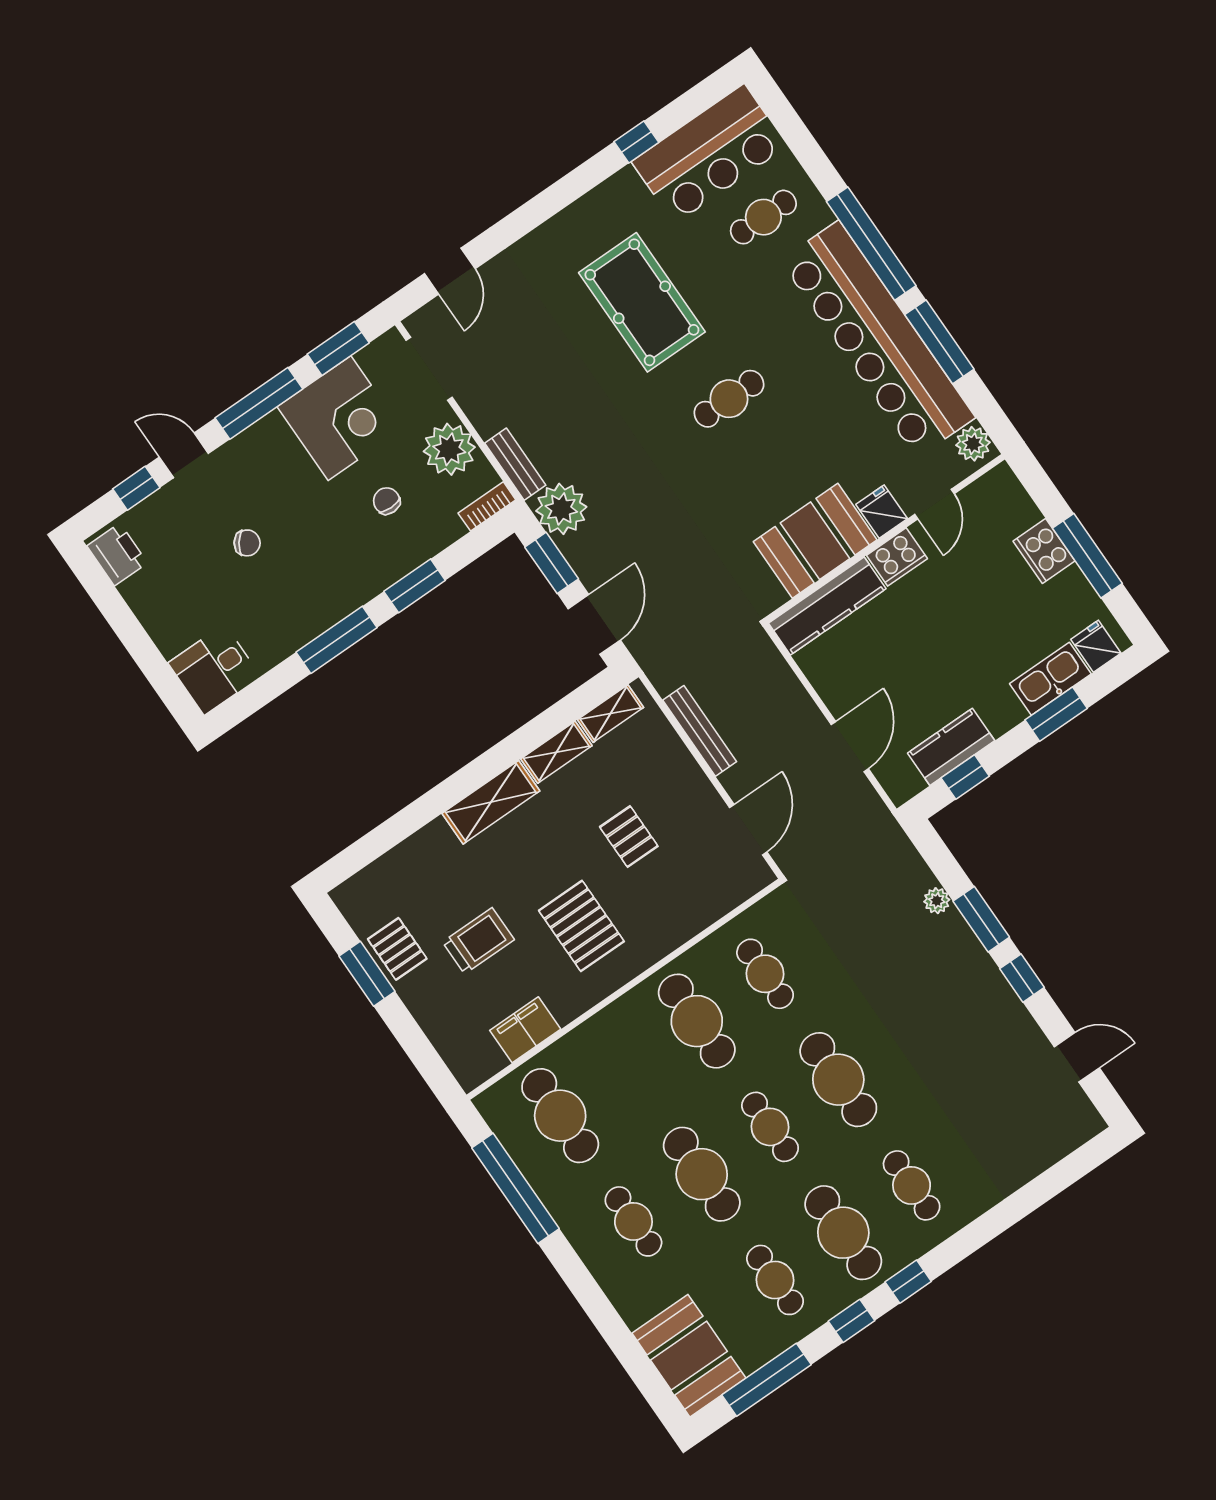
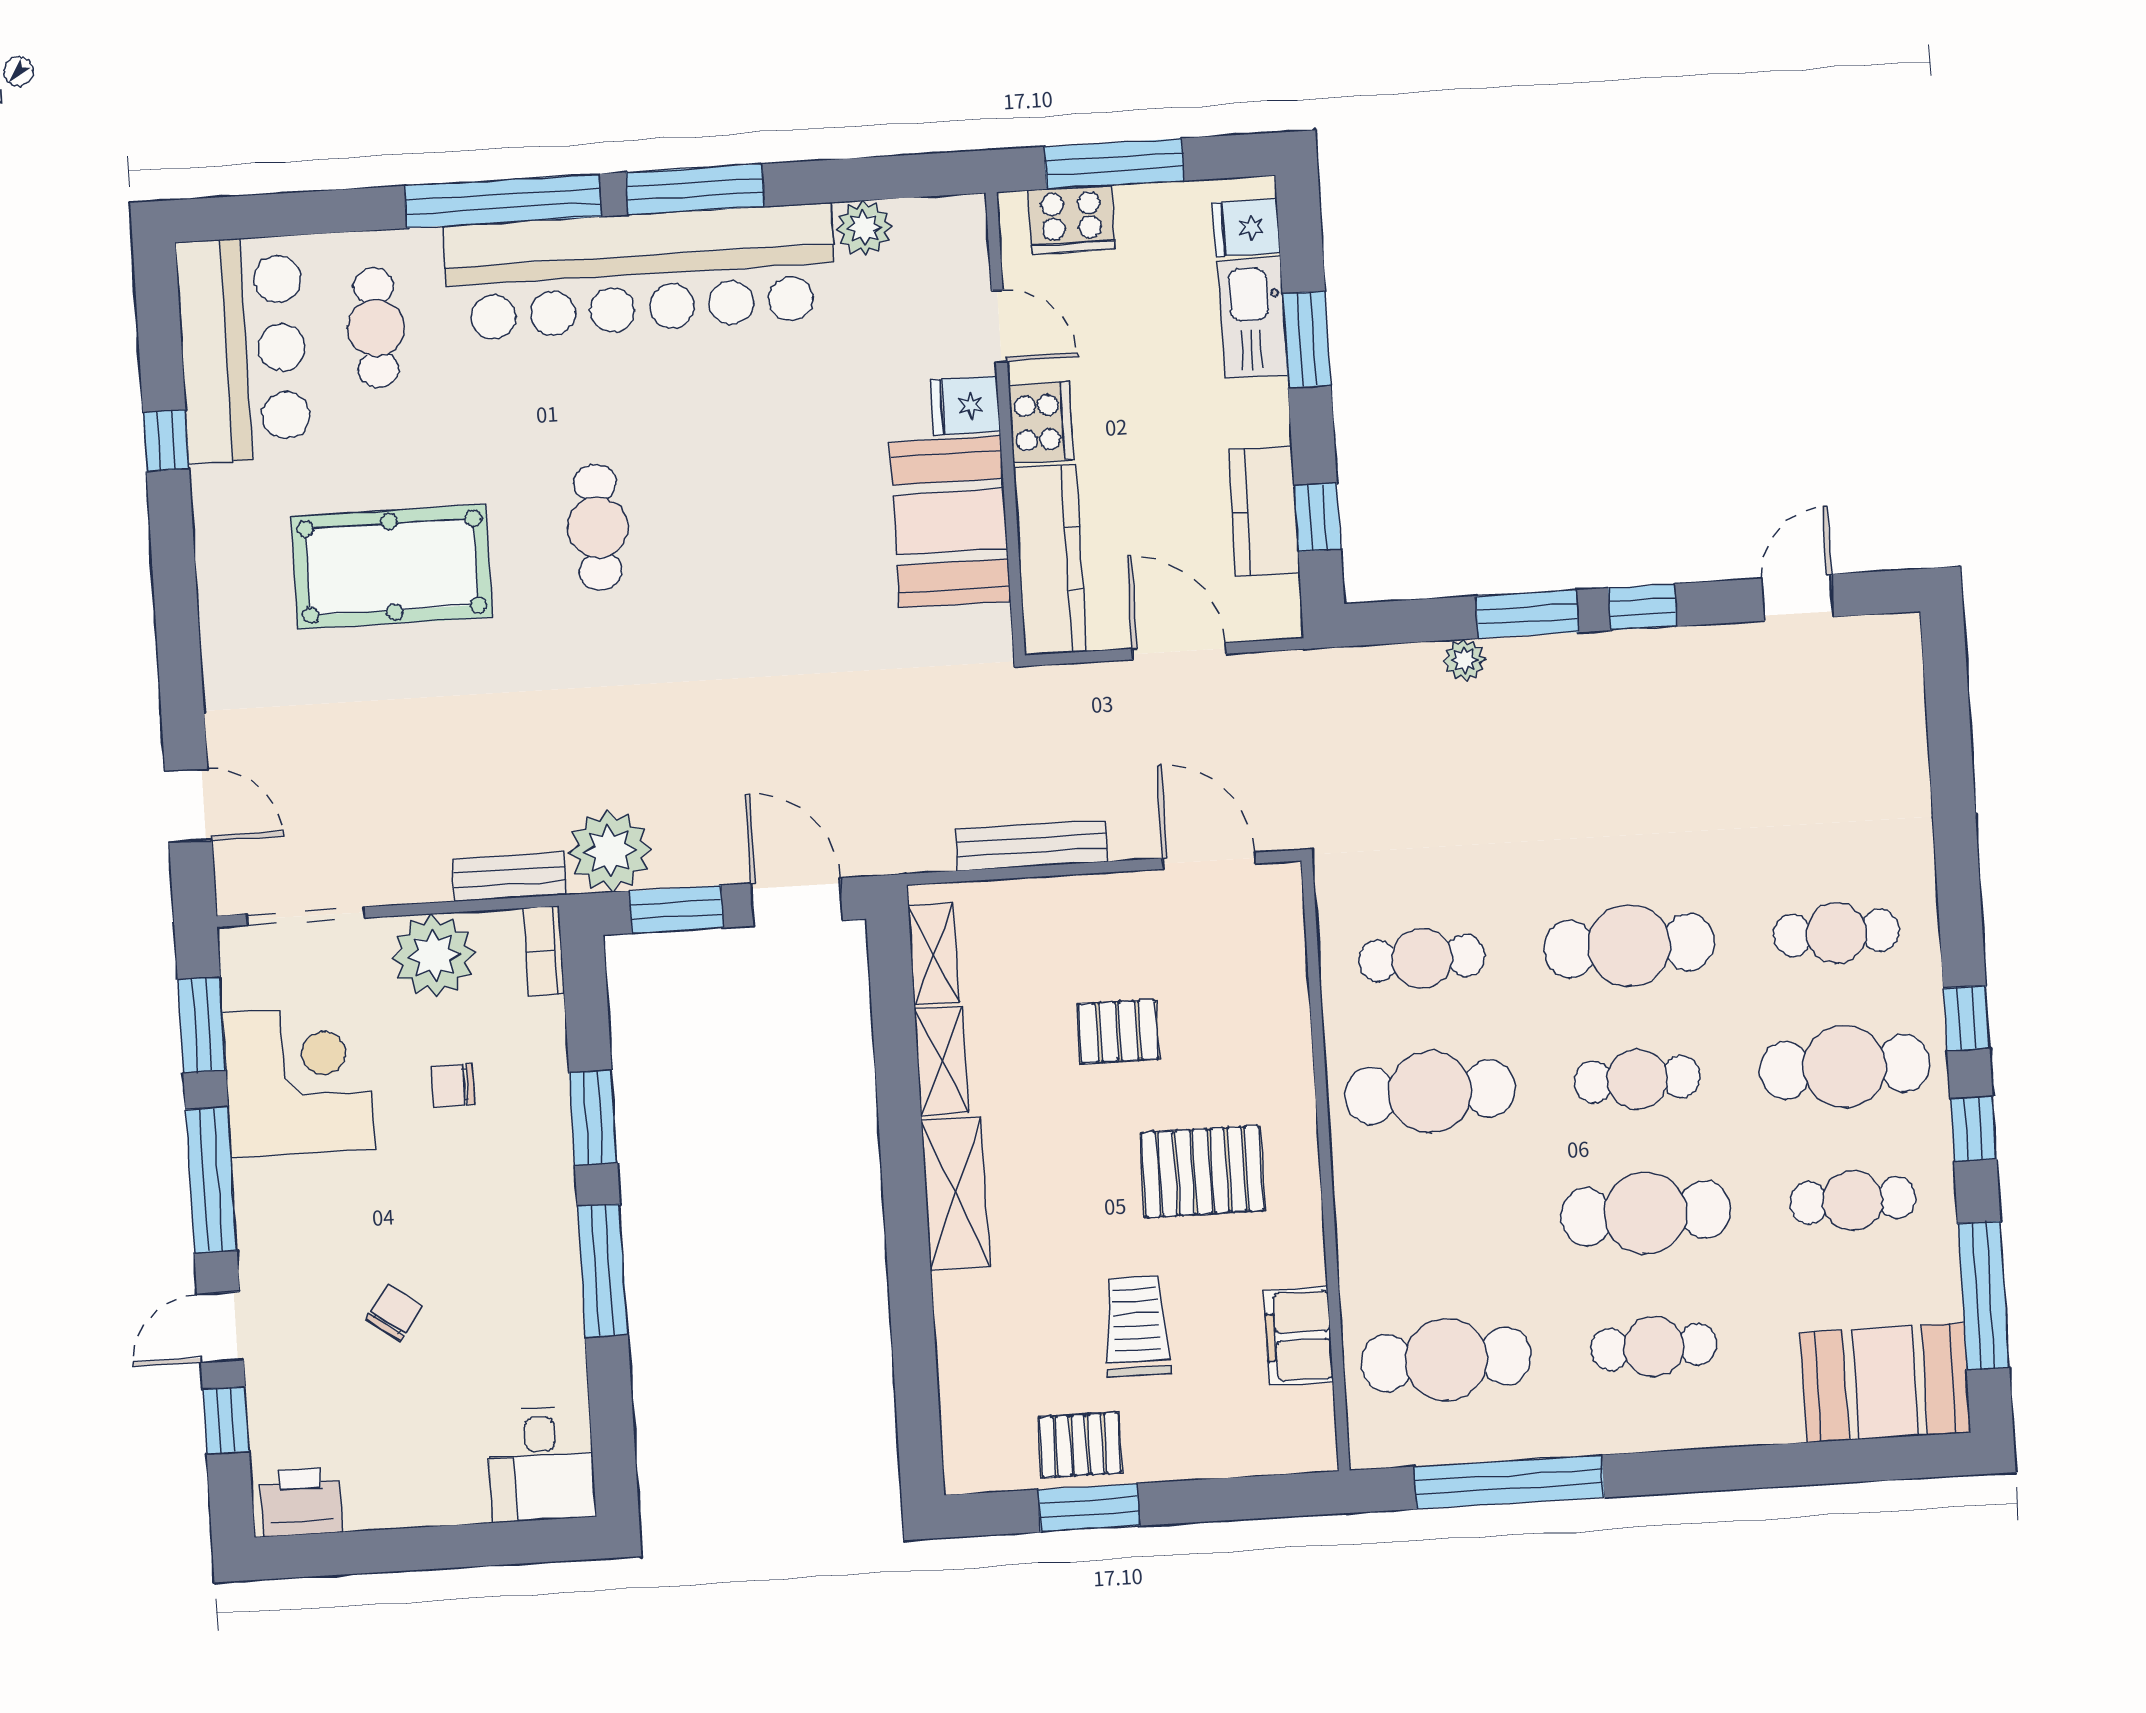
door: (935, 504) -> (999, 326), moved
fridge: (882, 512) -> (966, 406), moved
wall: (885, 539) -> (1005, 424), moved
booth: (815, 541) -> (950, 522), moved
cooker: (897, 557) -> (1041, 422), moved
kitchen counter: (827, 606) -> (1050, 560), moved

